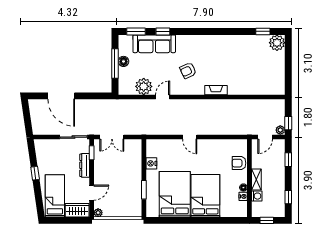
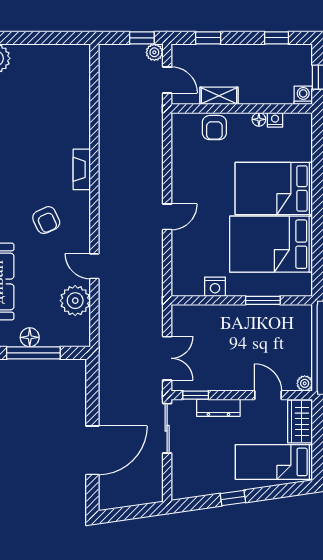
shelving: (256, 180) -> (219, 96), moved
washing machine: (257, 196) -> (303, 95), moved

